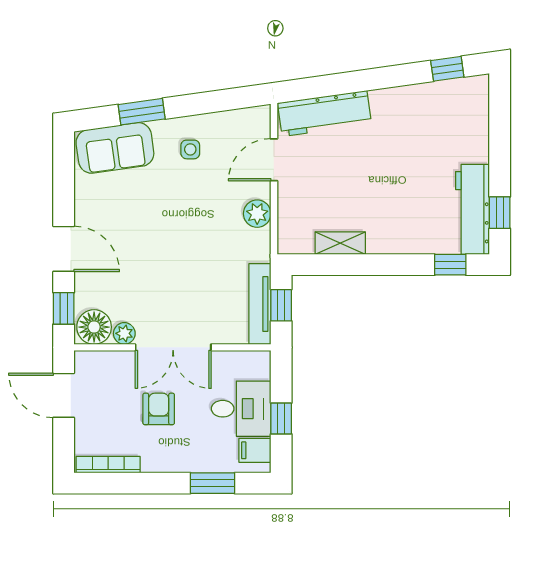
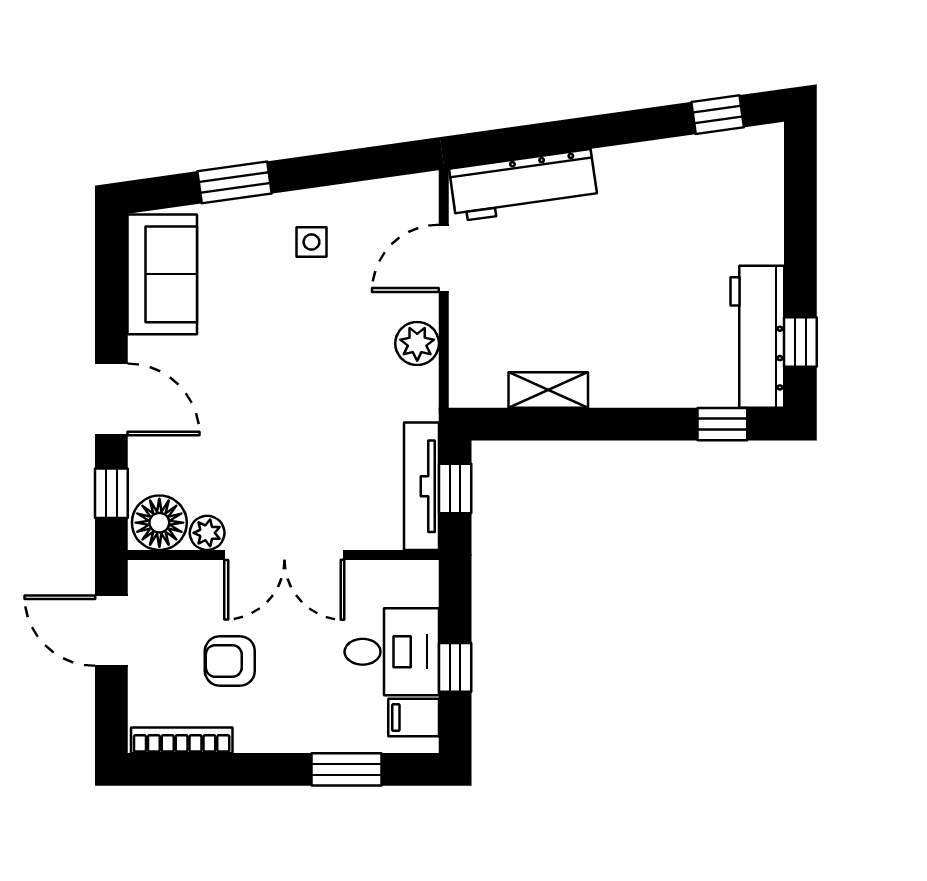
sofa: (115, 148) -> (162, 274), moved, turned -82
armchair: (159, 409) -> (230, 661), moved, turned -90

